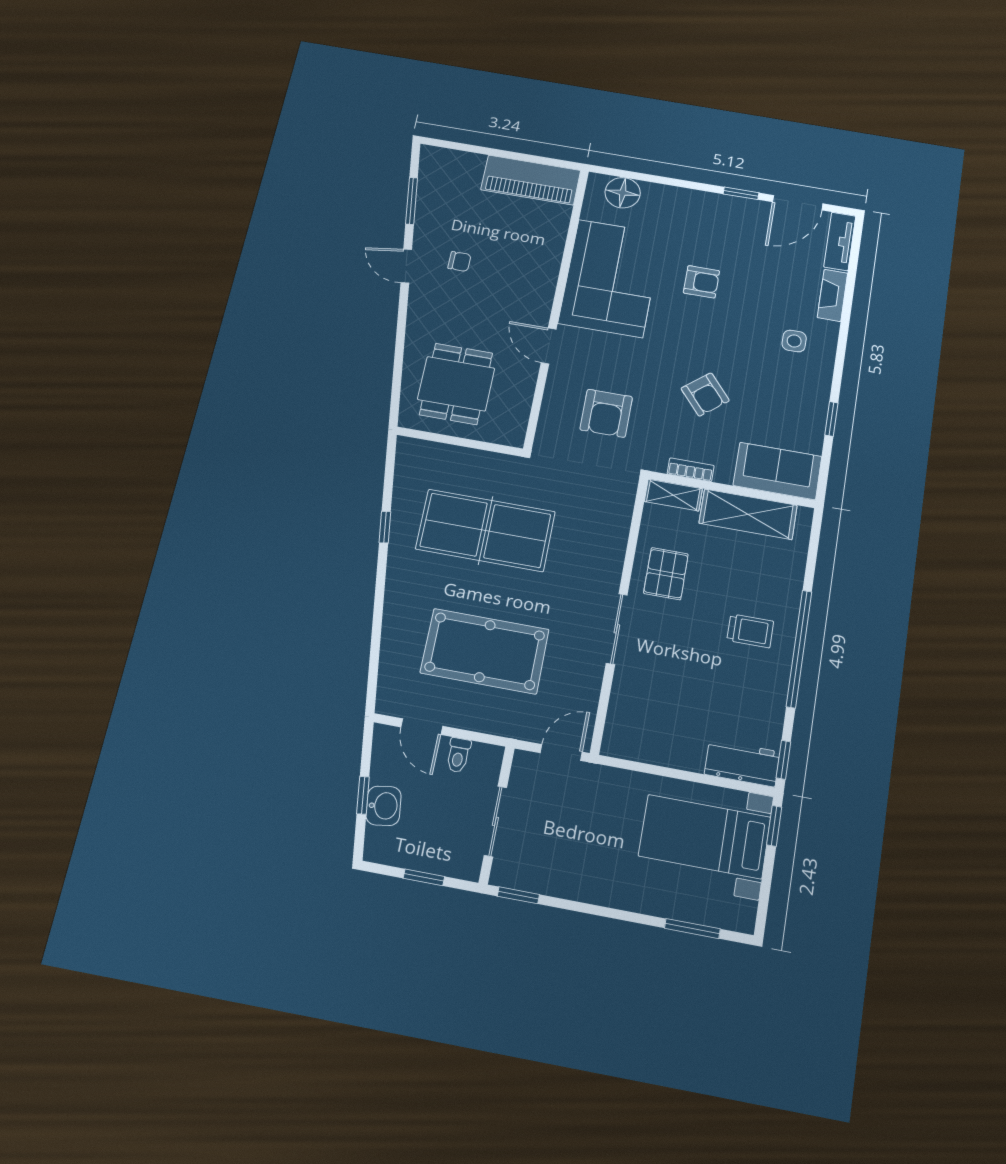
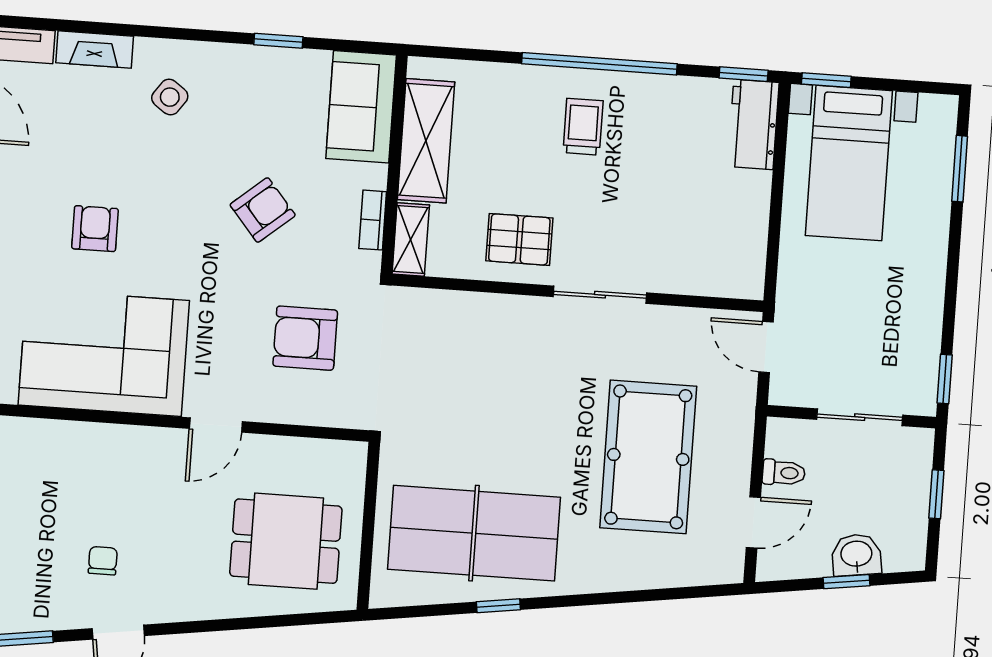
side table: (794, 341) -> (170, 97), turned 36
armchair: (606, 413) -> (305, 338), turned 180
table tennis table: (485, 530) -> (474, 533), moved, turned 90

